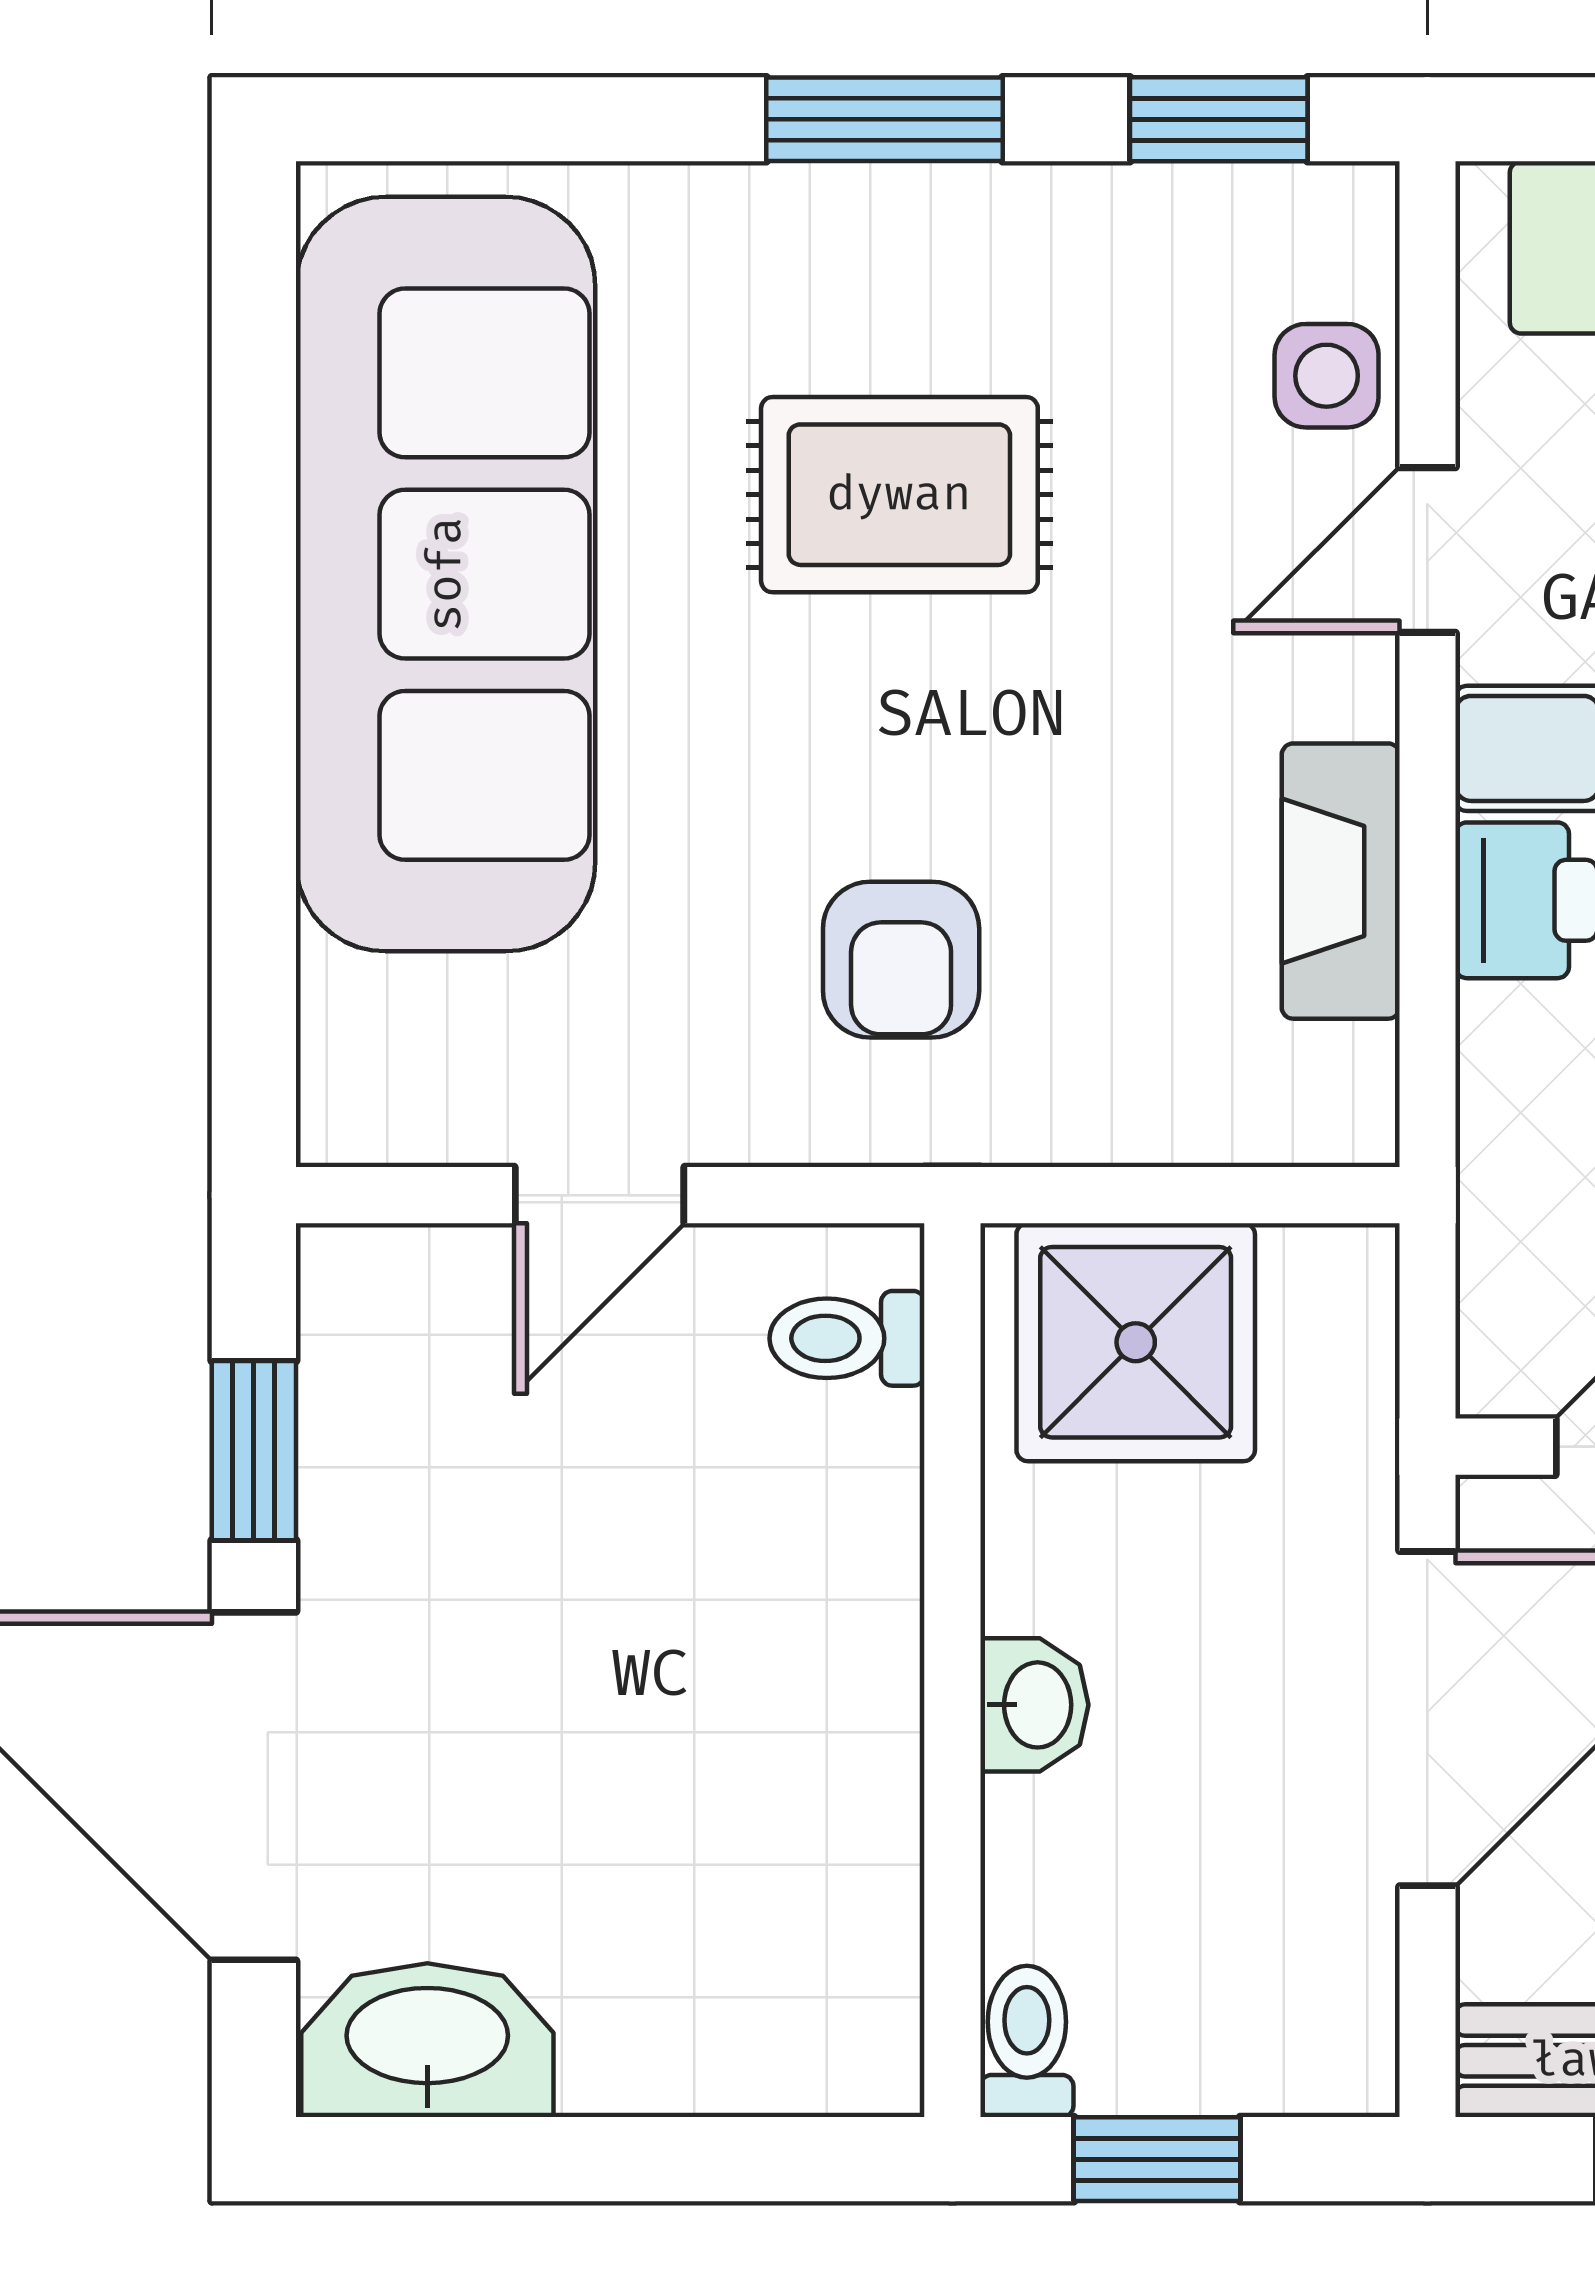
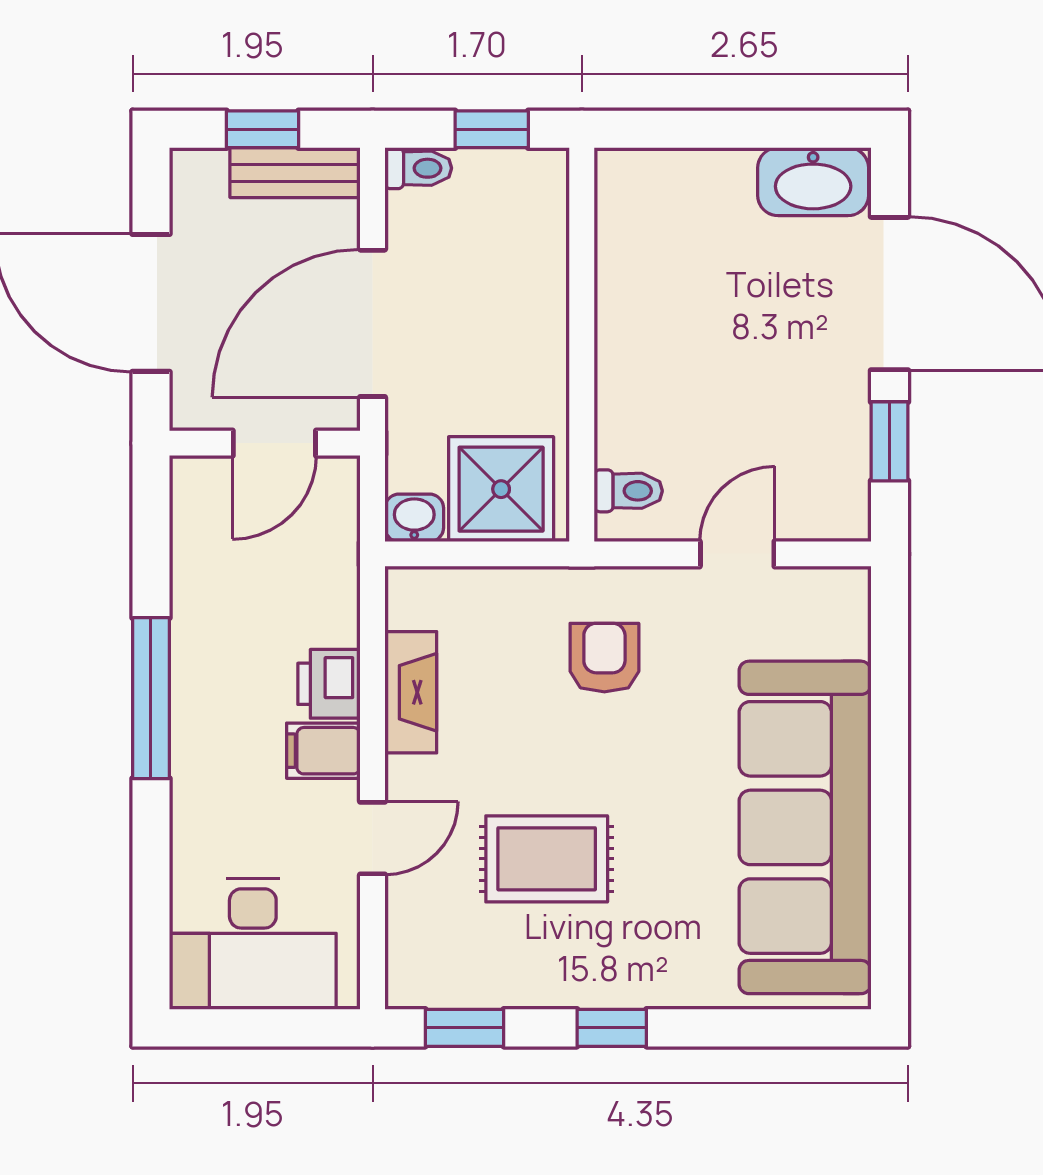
window: (884, 119) -> (612, 1028), width x0.67
side table: (1327, 376) -> (417, 915), removed
rug: (899, 495) -> (547, 859), moved
washbasin: (1034, 1705) -> (414, 518), moved, turned 90
toilet: (1027, 2041) -> (418, 168), moved, turned -90

